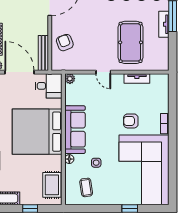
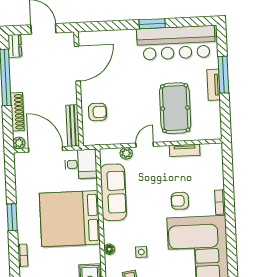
armchair: (65, 43) -> (97, 112), turned 111
door: (103, 72) -> (145, 145), swing flipped
plant: (70, 79) -> (126, 153), moved
sofa: (75, 130) -> (113, 192), moved

